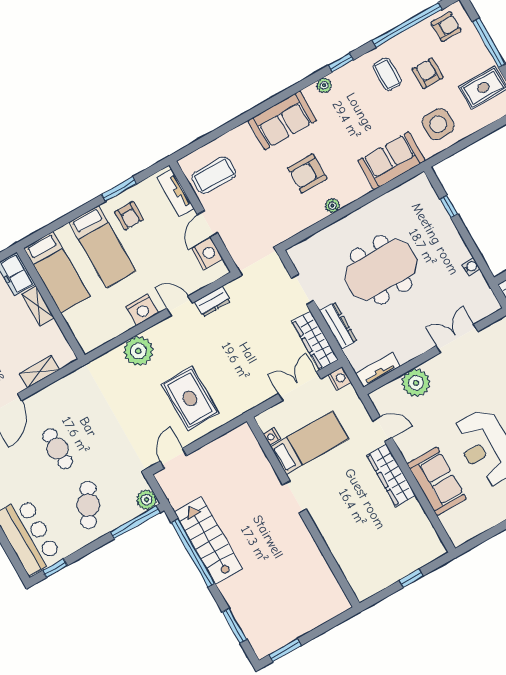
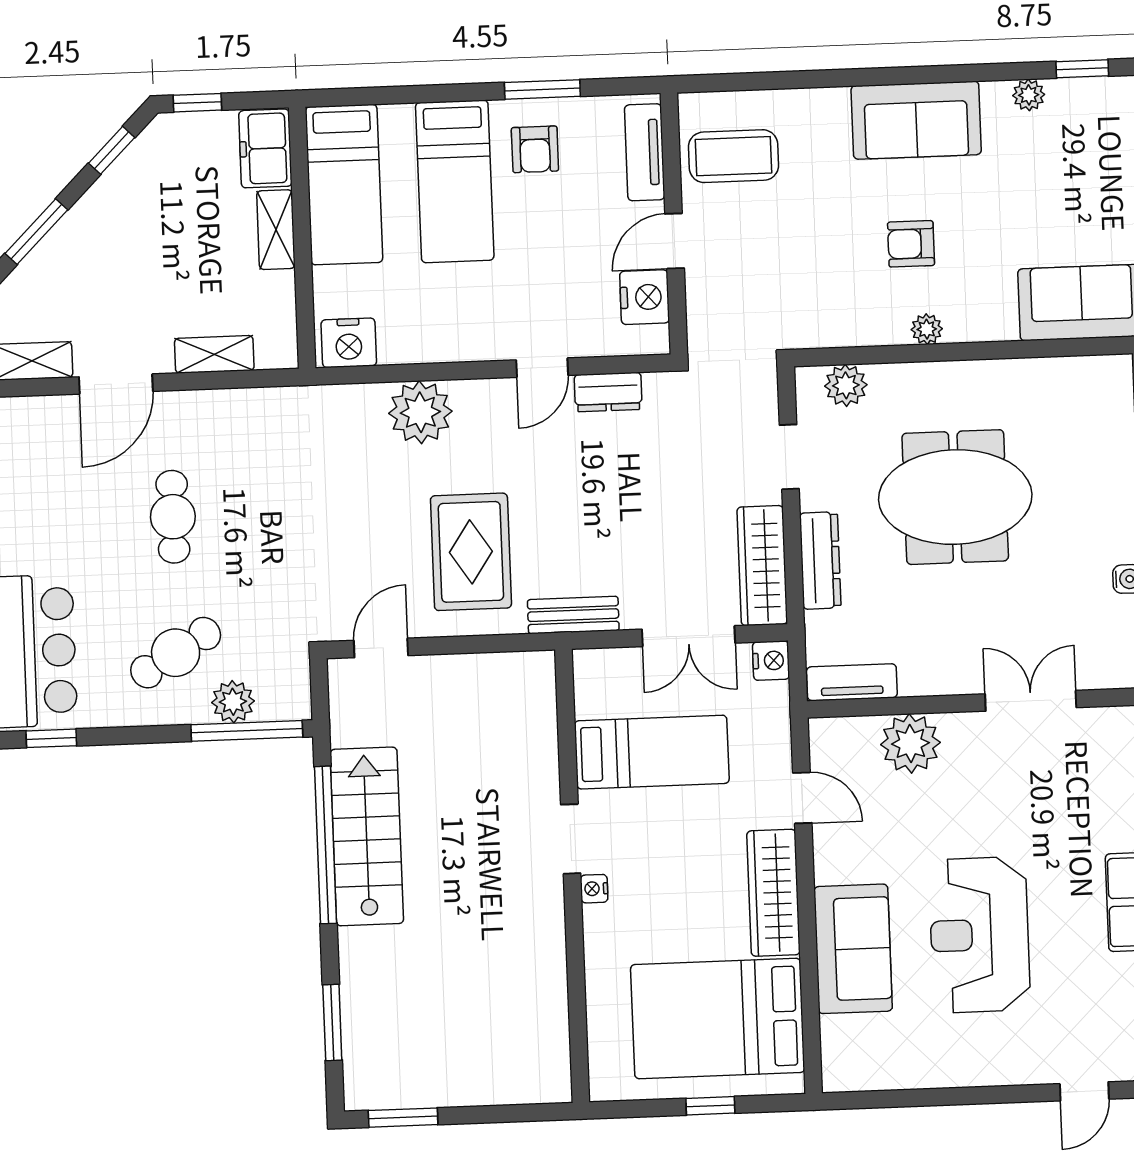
armchair: (307, 173) -> (911, 244), width x0.72, depth x0.72
plant: (311, 247) -> (846, 385), added
door: (180, 306) -> (542, 368), swing flipped
nightstand: (142, 310) -> (349, 343), moved
double door: (300, 386) -> (688, 636), swing flipped
bench: (247, 403) -> (573, 615), added
nightstand: (272, 436) -> (594, 889), moved
plant: (147, 500) -> (233, 702), moved
cafe table: (88, 505) -> (176, 653), turned 30
bed: (395, 540) -> (718, 1019), added

